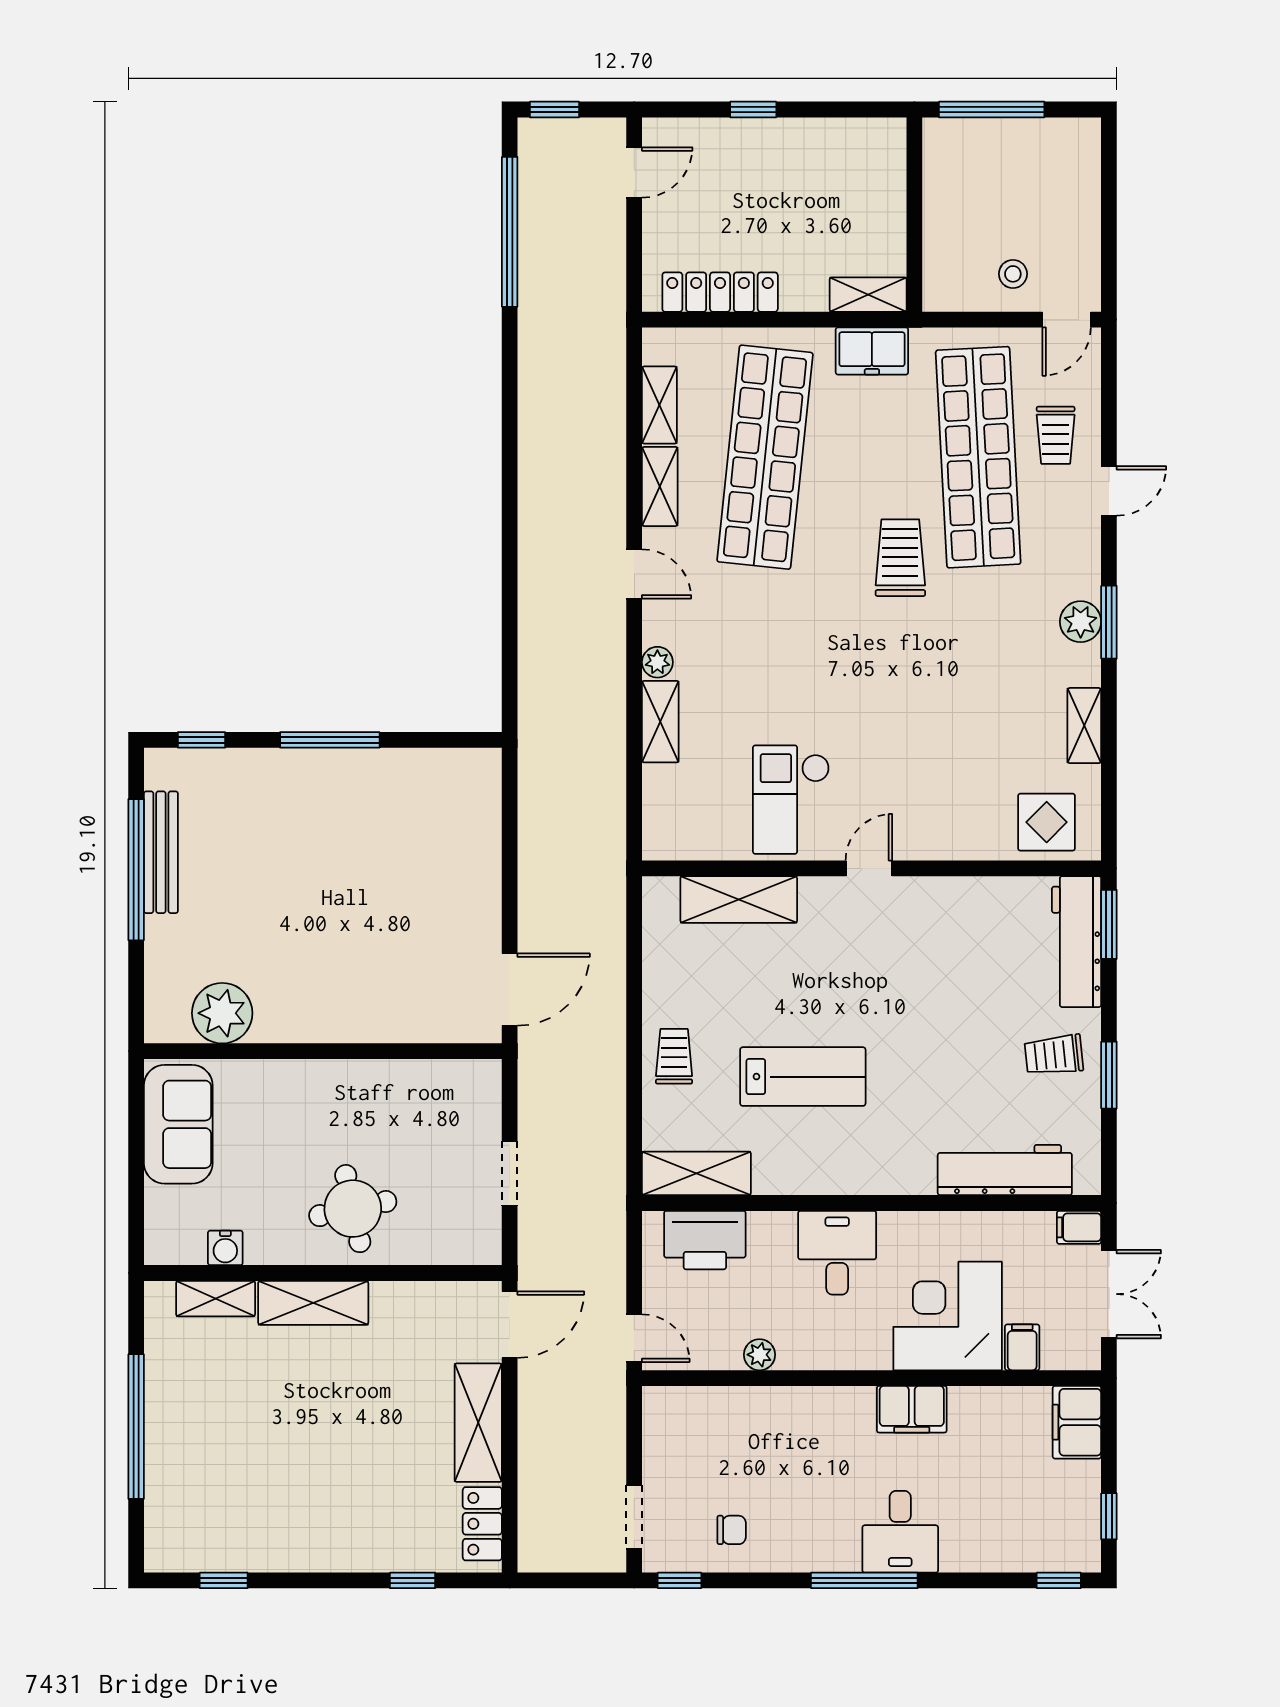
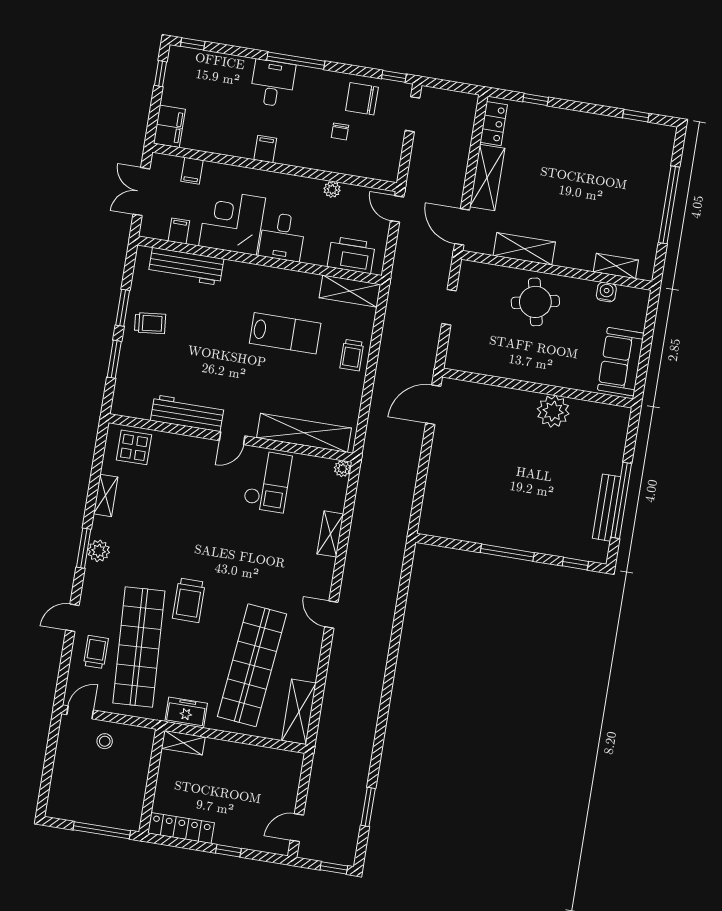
window: (510, 232) -> (368, 807), width x0.47
locker: (720, 292) -> (181, 828), moved, turned 180
shelving: (659, 405) -> (299, 712), width x1.50, depth x1.33
shelving: (660, 486) -> (310, 659), removed
plant: (657, 662) -> (342, 469), moved
shelving: (739, 899) -> (304, 433), width x1.47
window: (1109, 924) -> (114, 359), moved
workbench: (1077, 942) -> (187, 413), moved, turned -90
plant: (222, 1013) -> (553, 411), moved
lab bench: (803, 1077) -> (285, 333), turned 180
filing cabinet: (1079, 1227) -> (179, 231), moved, turned -90
shelving: (313, 1303) -> (524, 249), moved
corner desk: (948, 1316) -> (232, 222), moved, turned 180
door: (510, 1325) -> (462, 227), hinge flipped
filing cabinet: (912, 1409) -> (265, 149), width x0.50
chair: (762, 1463) -> (340, 131), added
chair: (732, 1530) -> (362, 99), width x1.87, depth x1.87

